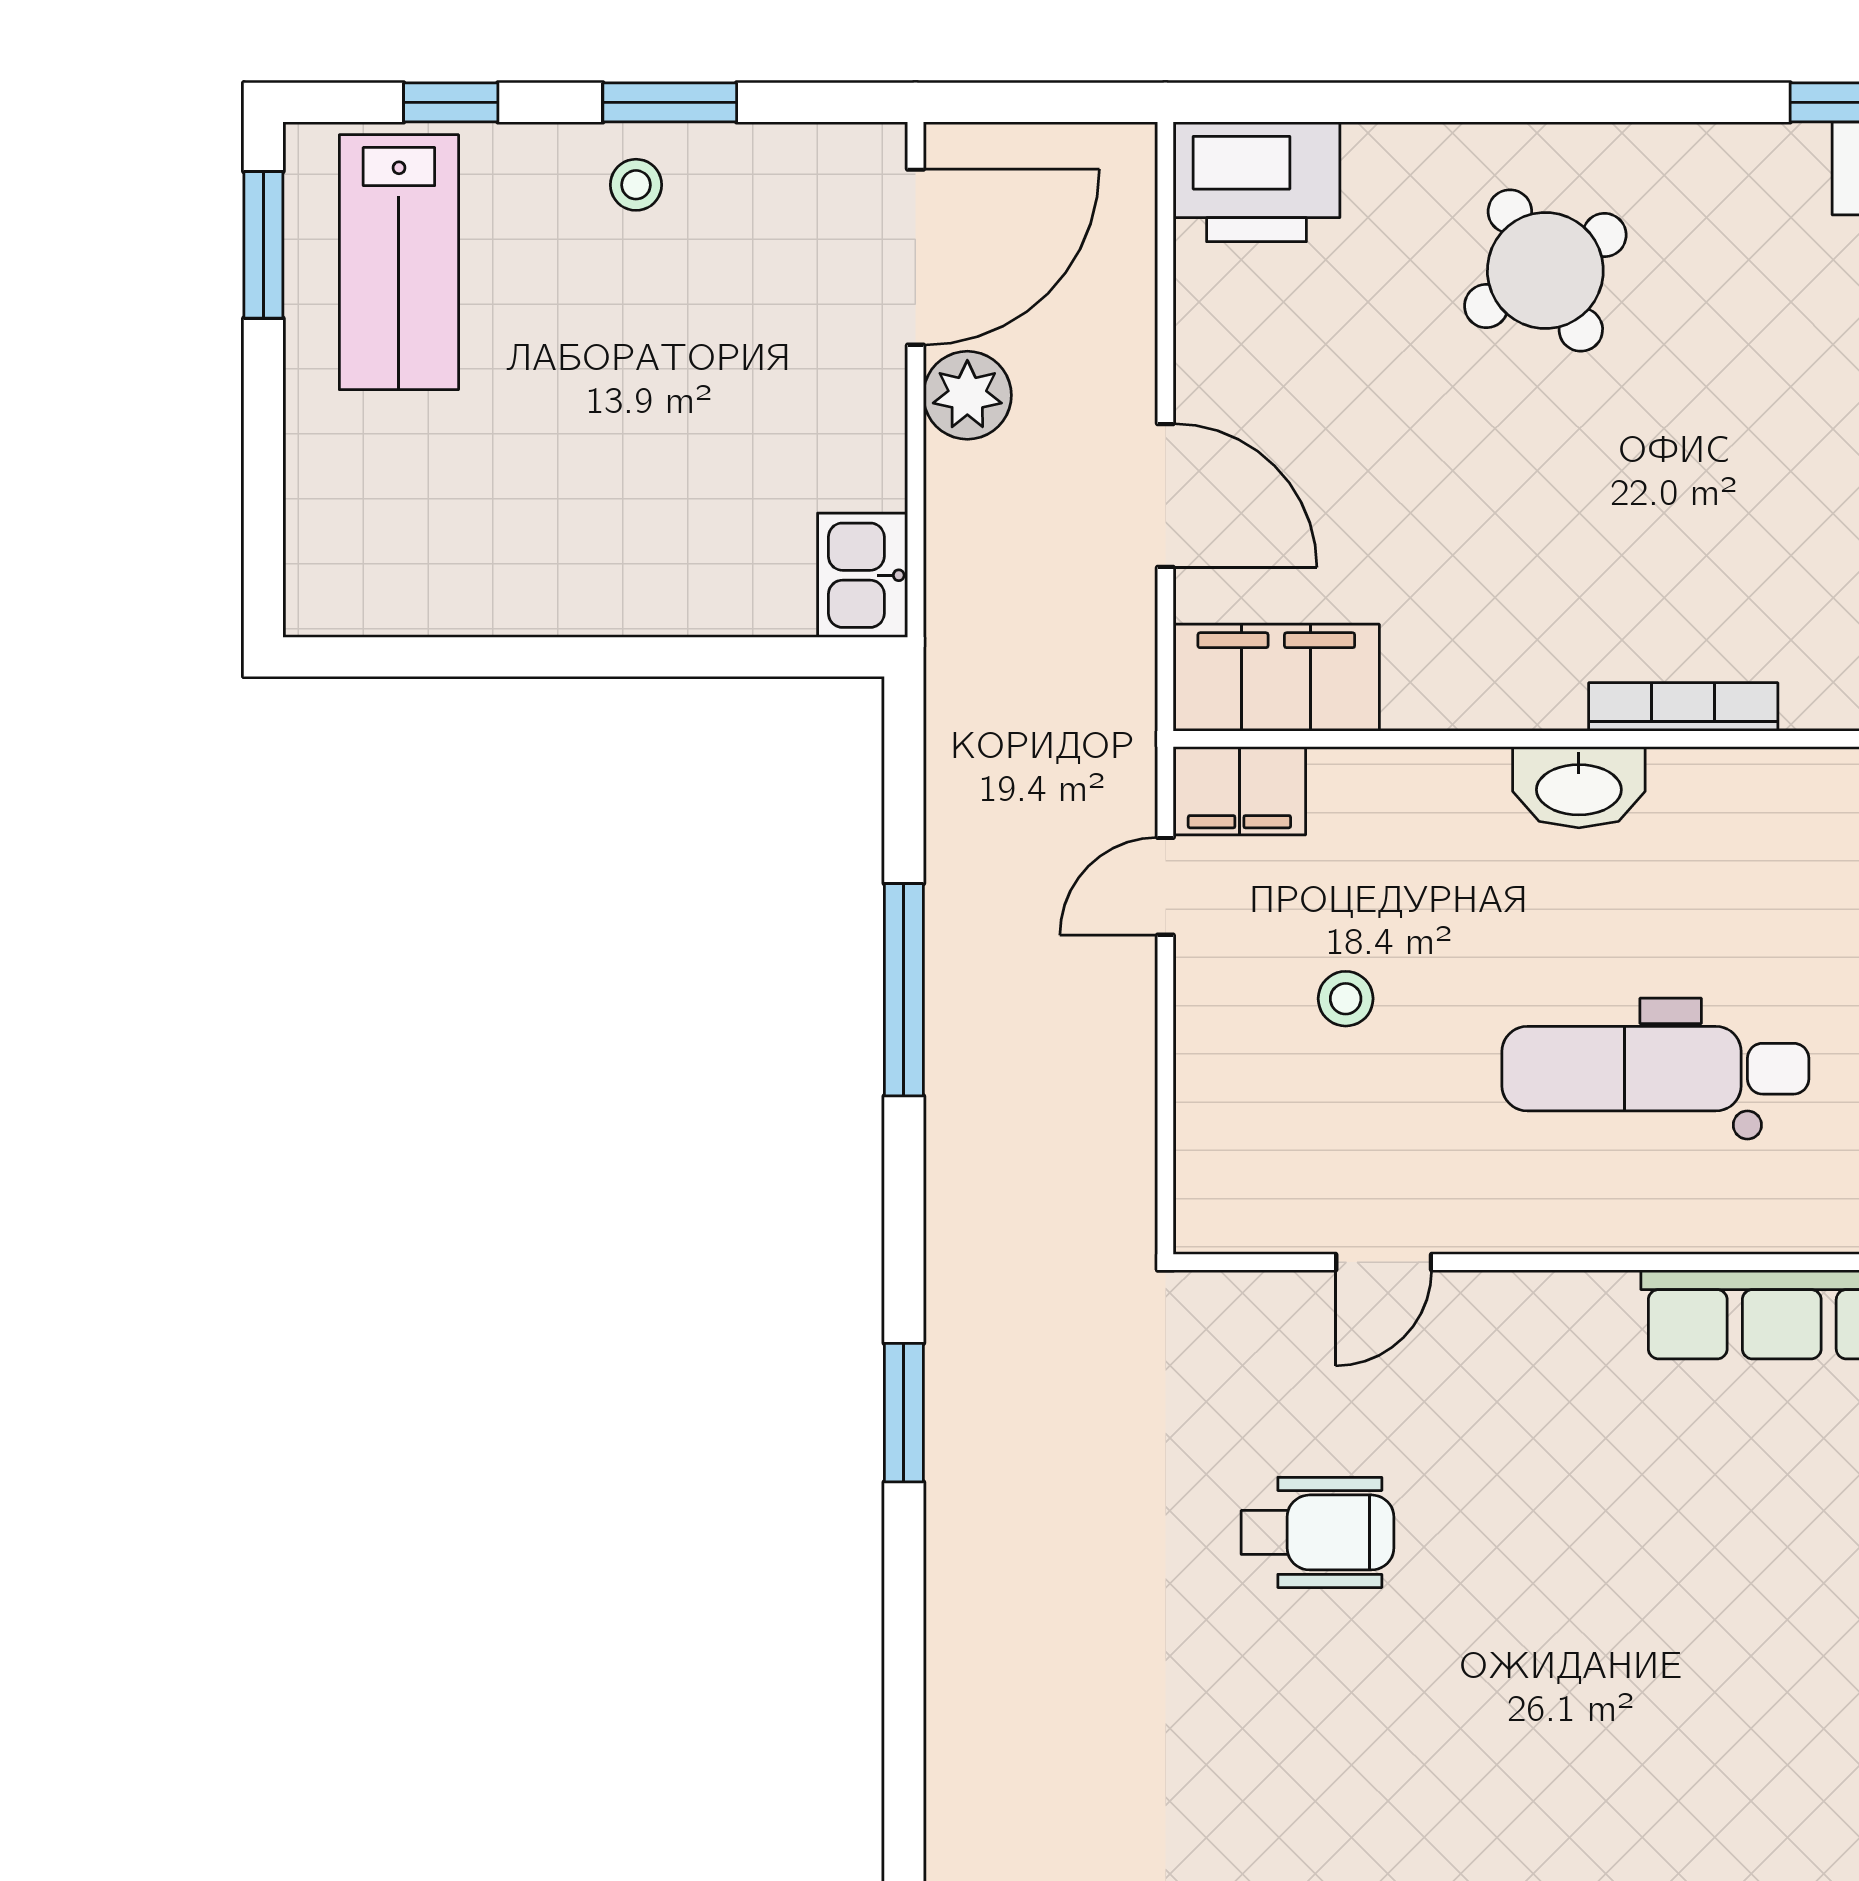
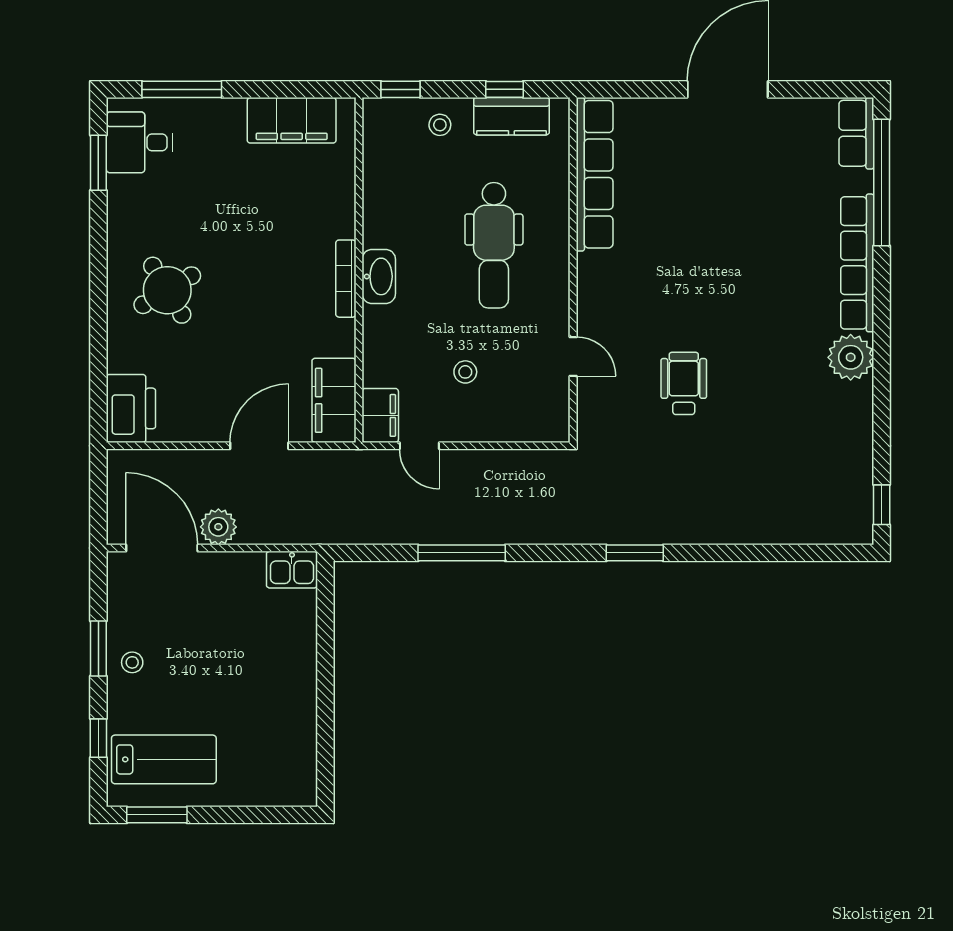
bookcase: (1683, 707) -> (346, 279), moved

